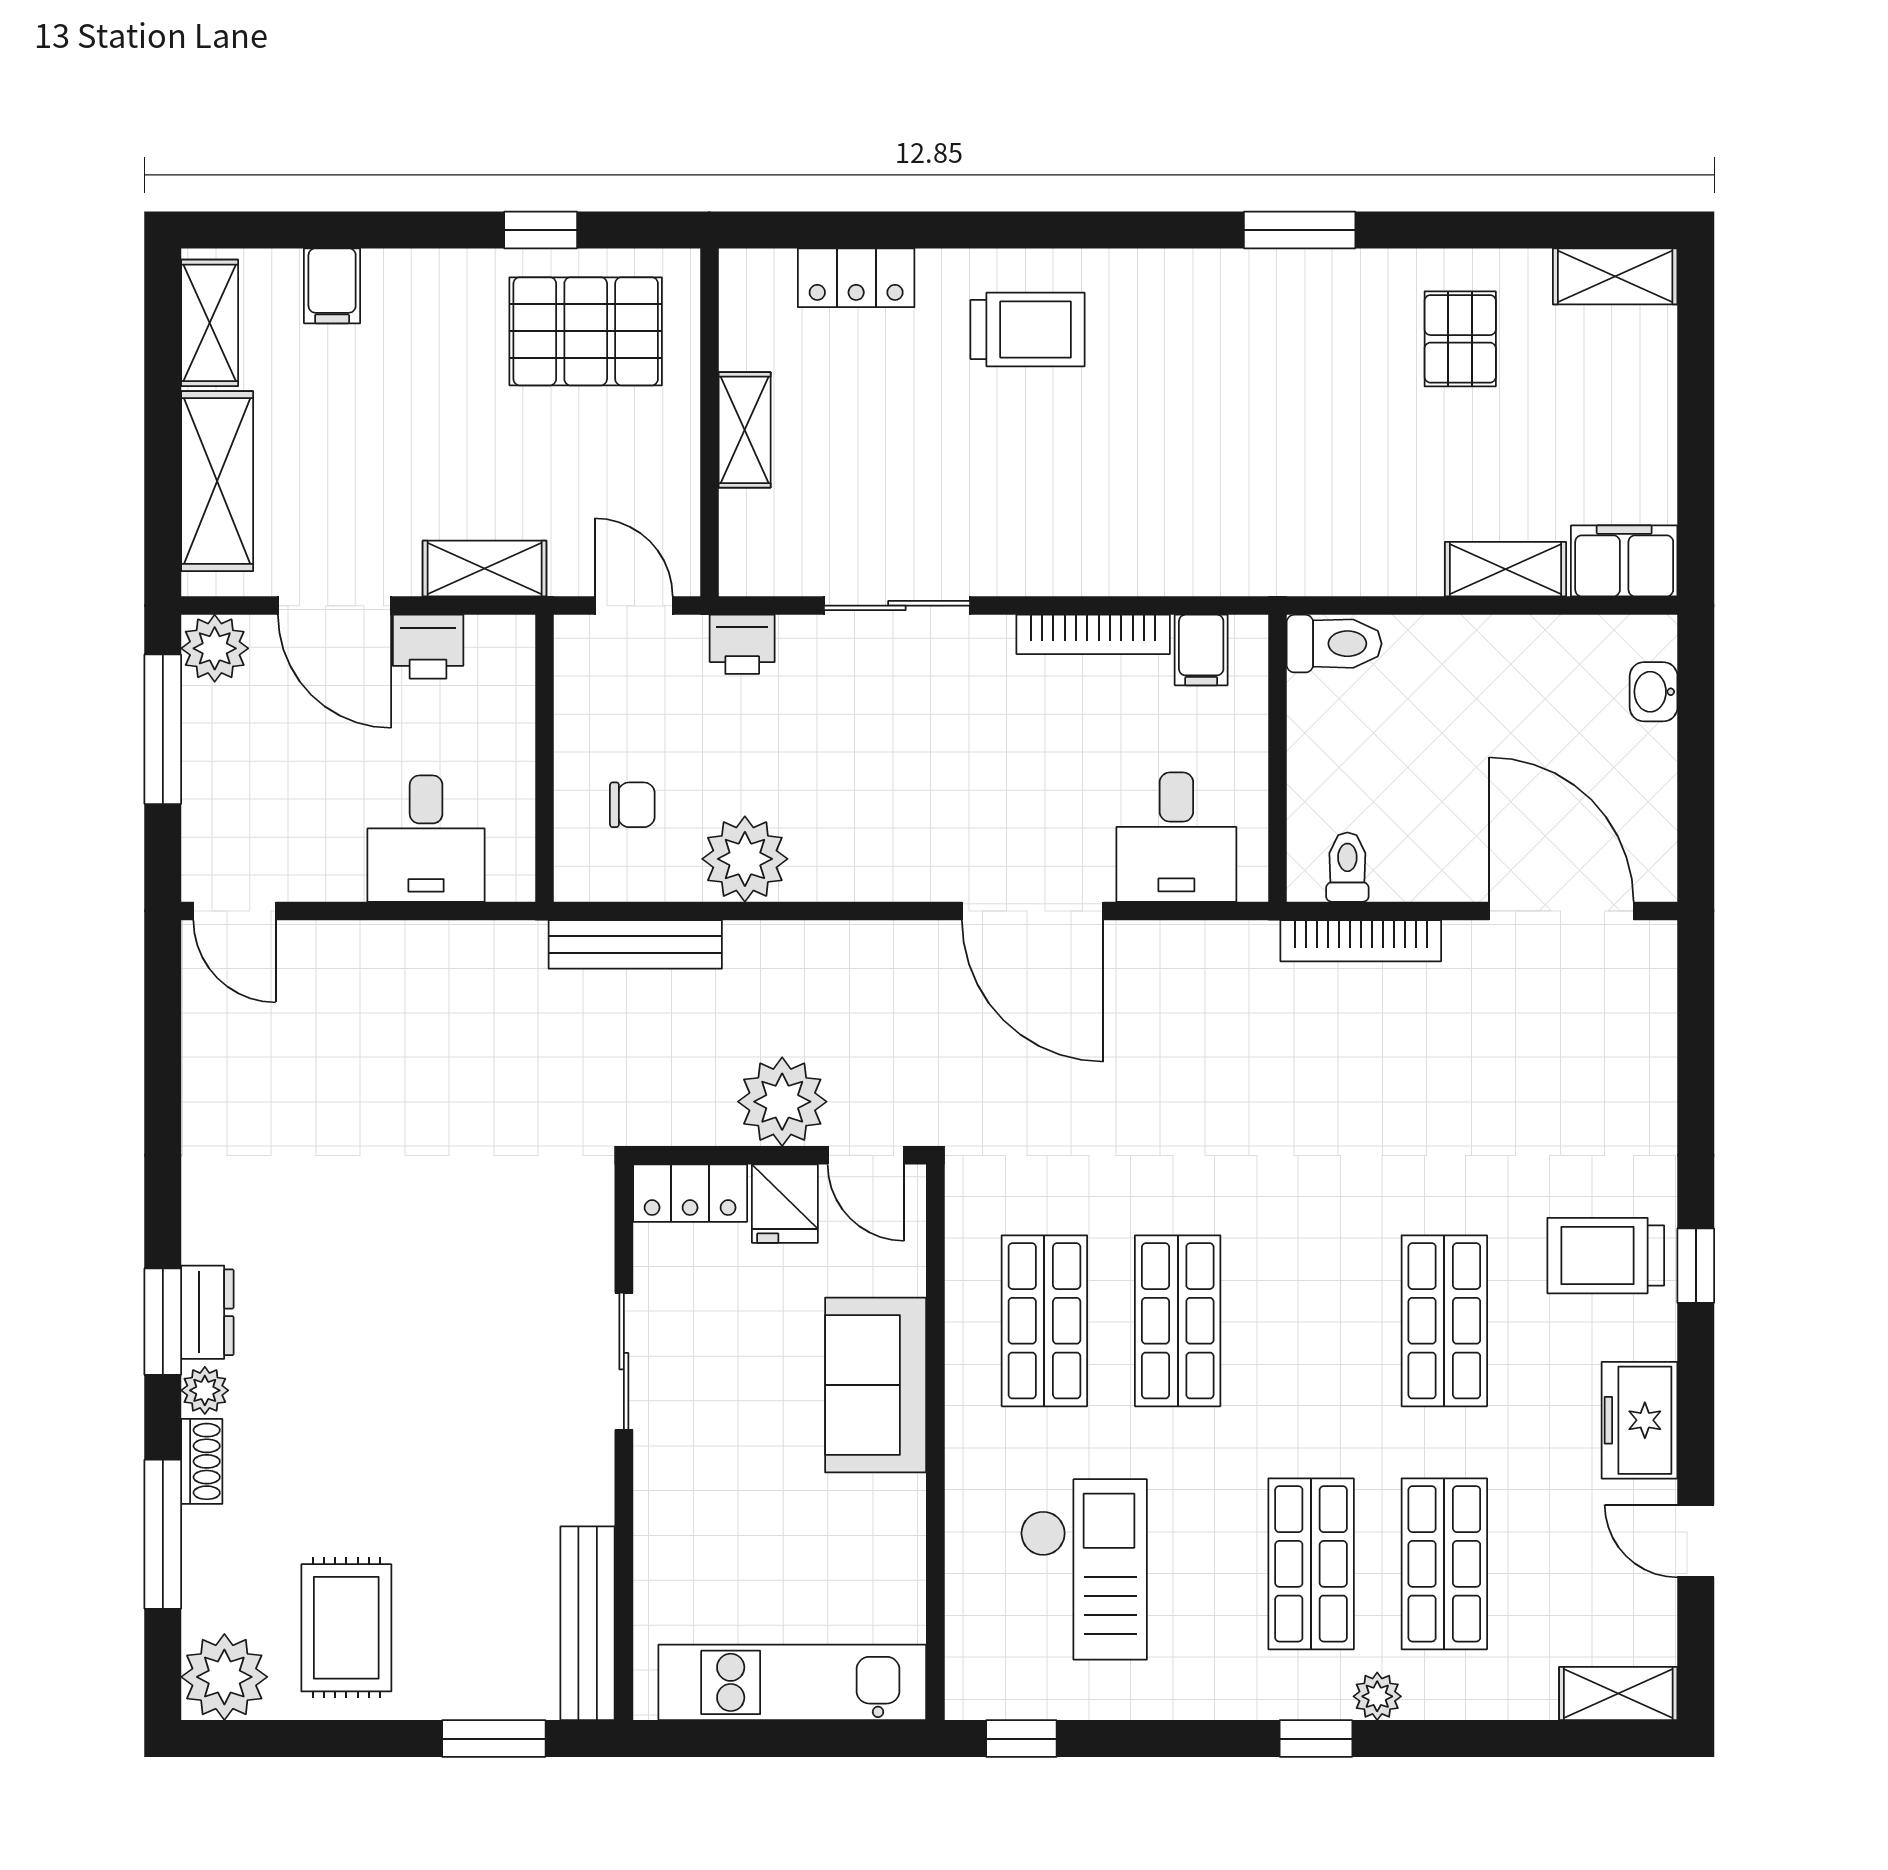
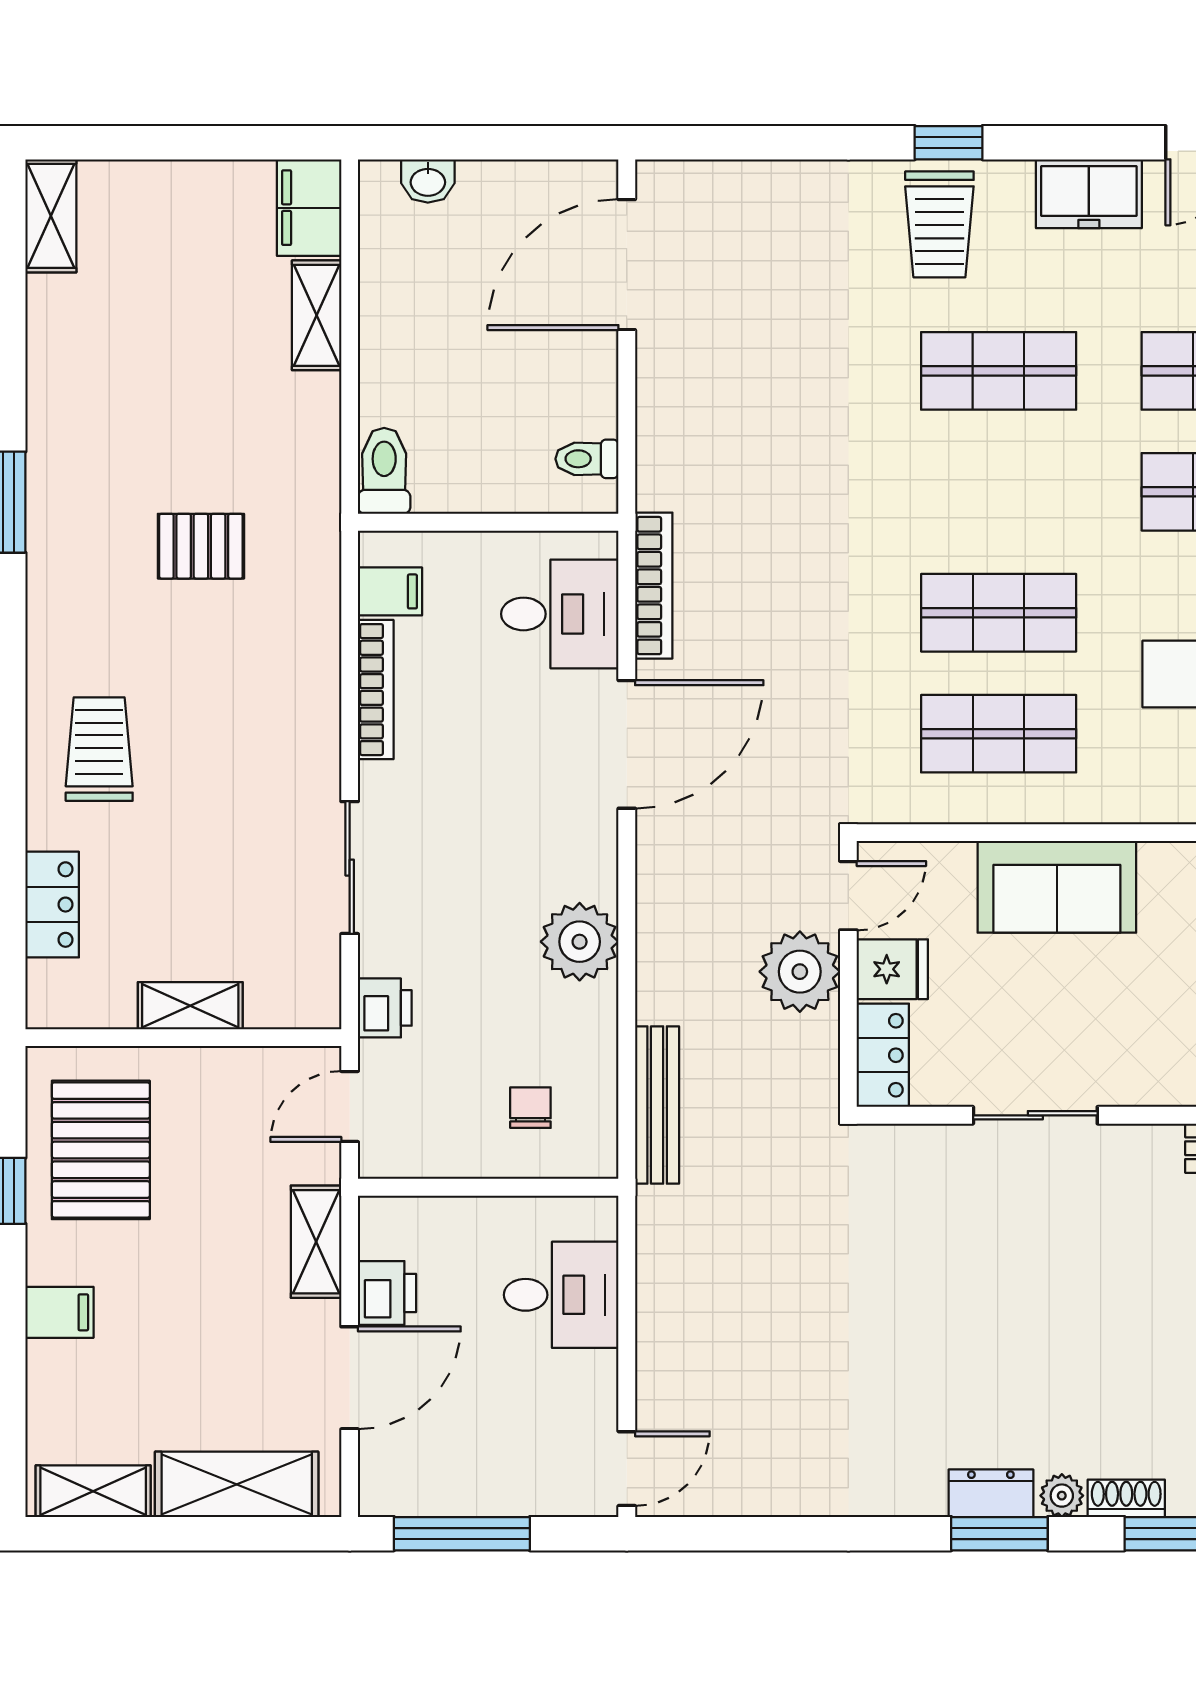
filing cabinet: (332, 286) -> (59, 1312), moved
pallet: (1460, 339) -> (201, 546), moved
plant: (215, 648) -> (388, 1487), removed
plant: (745, 859) -> (580, 942), moved
bookcase: (1361, 941) -> (654, 586), moved

